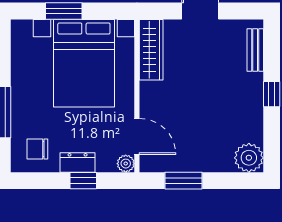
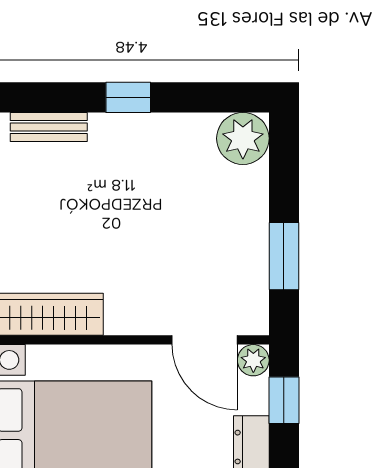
door: (137, 136) -> (205, 340), swing flipped
window: (83, 181) -> (284, 400), moved

